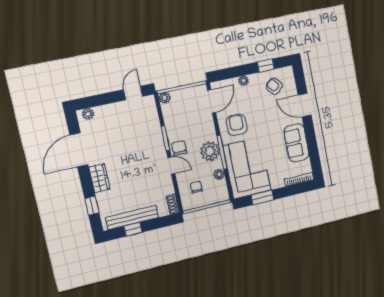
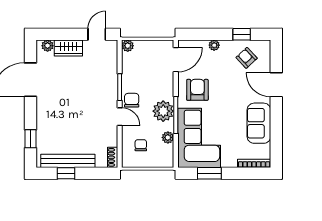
wardrobe: (99, 178) -> (68, 48), moved, turned 90

